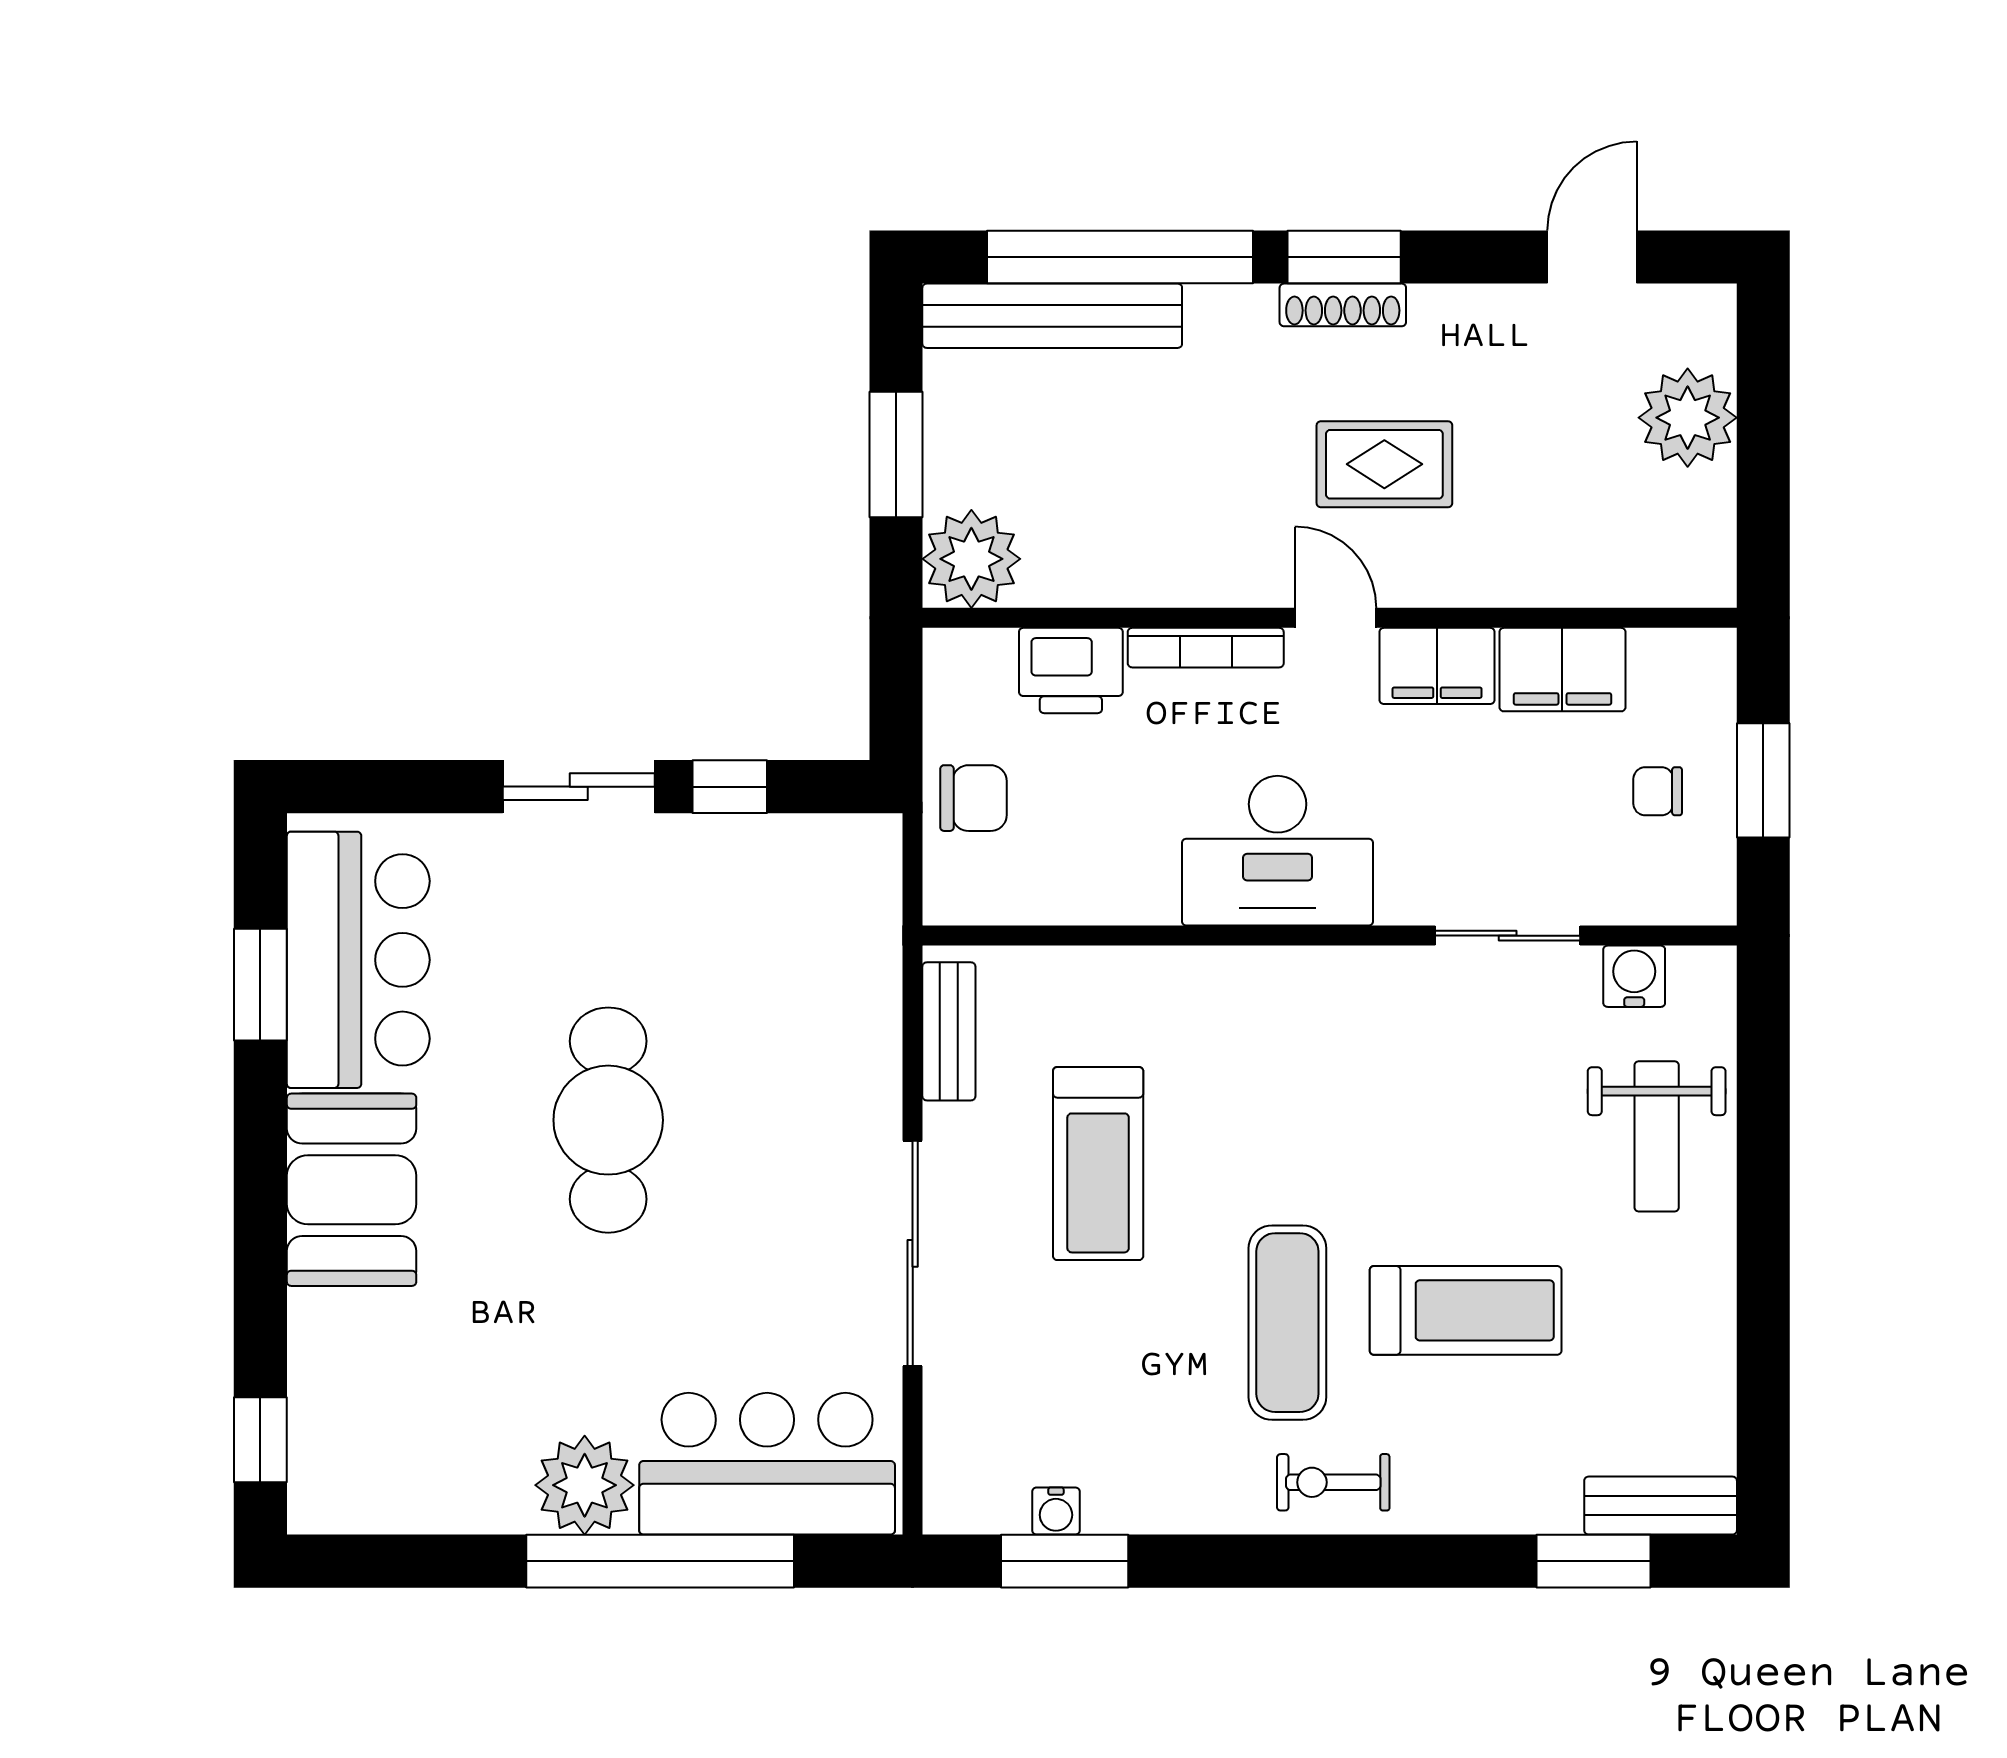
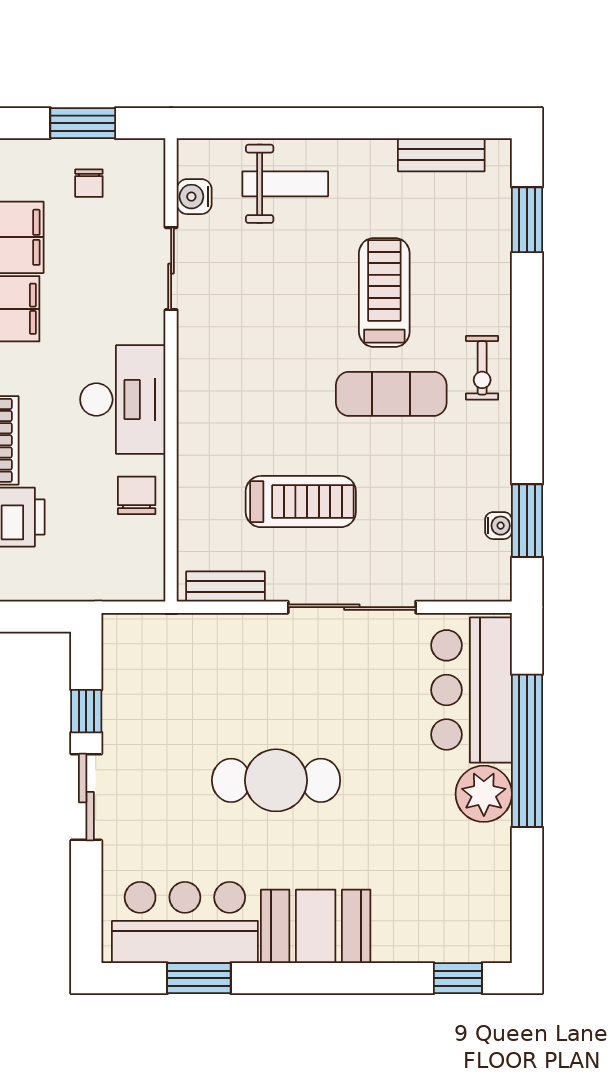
chair: (973, 798) -> (137, 495), moved
bench: (1661, 1506) -> (441, 155), moved, turned 90

